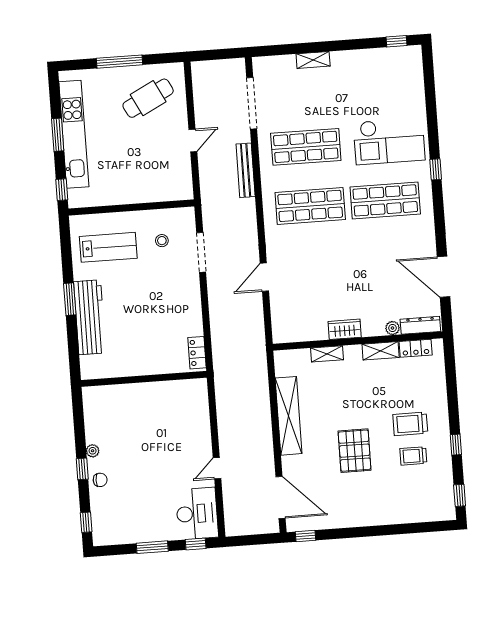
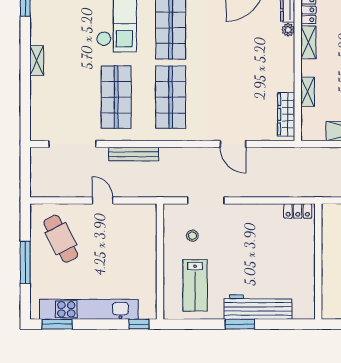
shelving: (313, 60) -> (37, 61), moved
window: (58, 135) -> (57, 324), moved
lab bench: (108, 247) -> (195, 285), turned 180
wardrobe: (345, 329) -> (286, 114), moved, width x1.50

